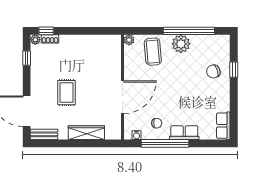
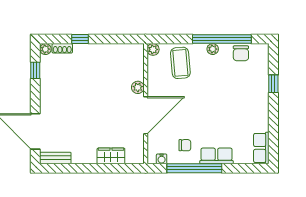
window: (46, 31) -> (80, 39), moved
plant: (181, 44) -> (213, 49), width x0.53, depth x0.53
chair: (213, 71) -> (241, 53), moved, turned -71
plant: (116, 73) -> (138, 87), added
rug: (66, 93) -> (81, 110), removed
wardrobe: (86, 133) -> (111, 156), width x0.67

